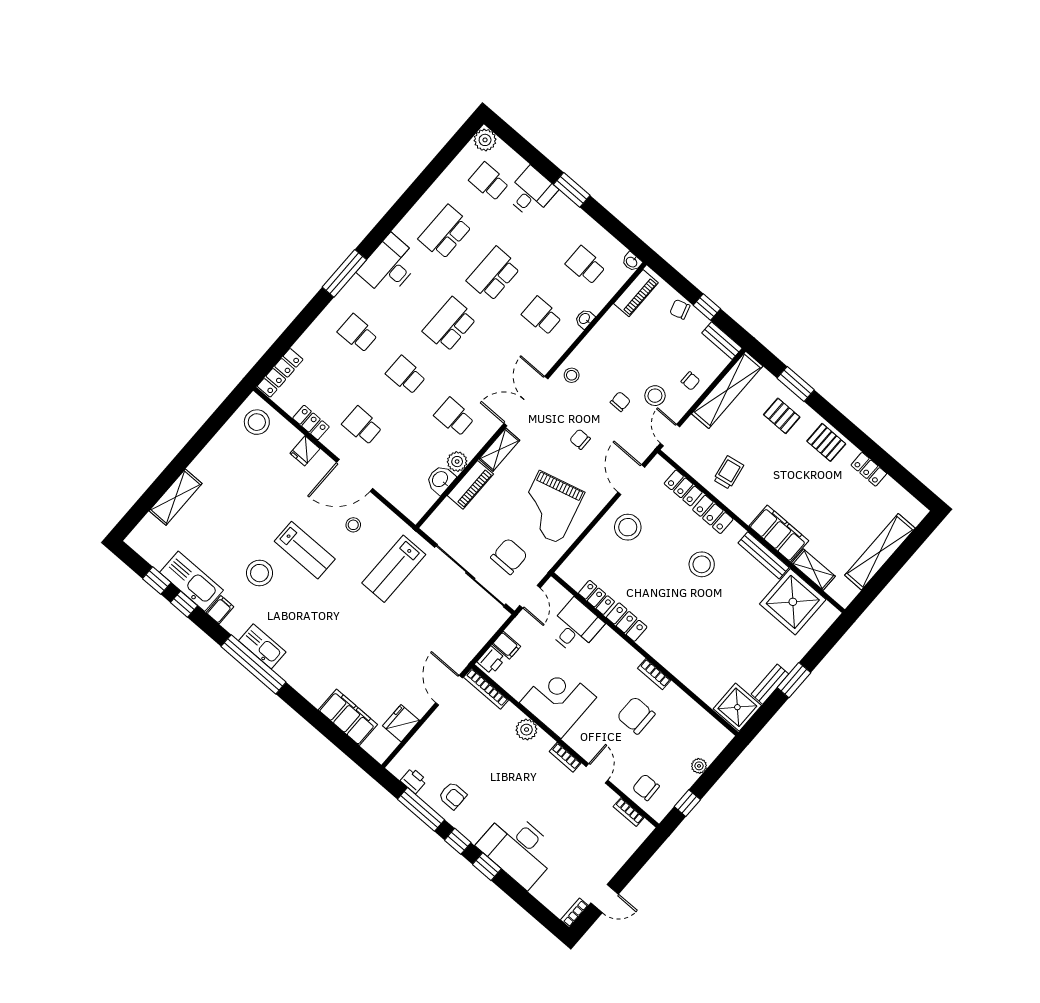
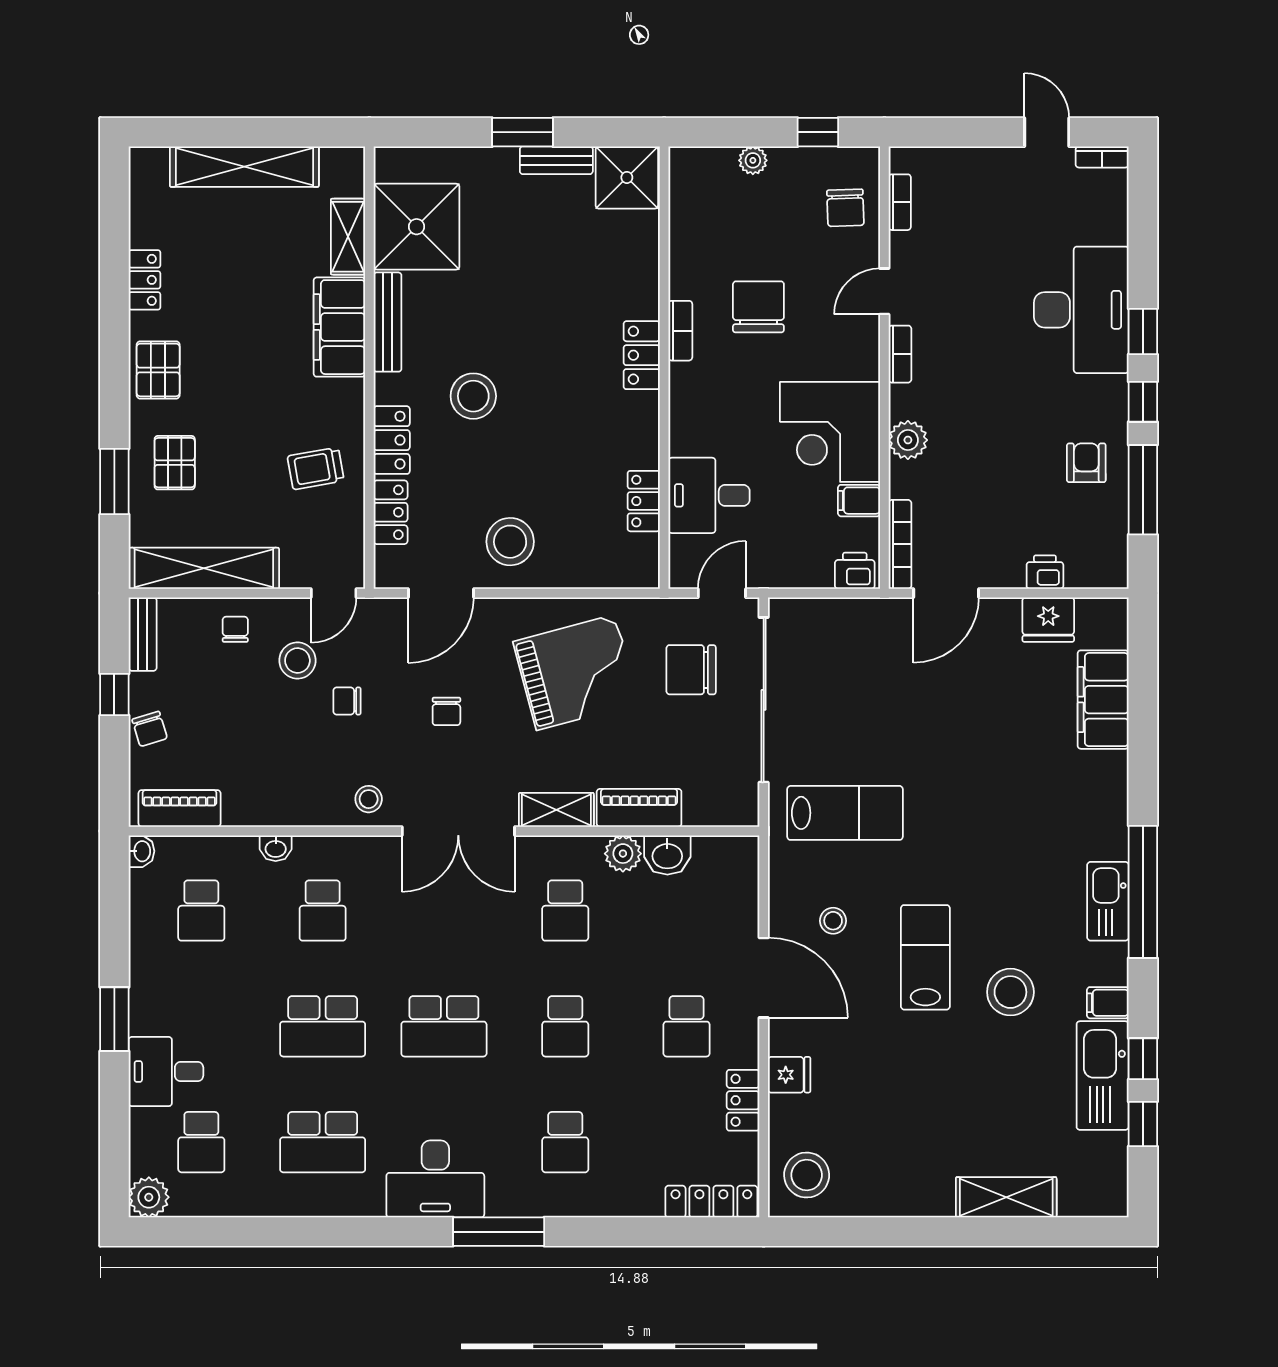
locker: (627, 622) -> (642, 355), moved
filing cabinet: (506, 645) -> (859, 501), moved, turned -90
chair: (636, 715) -> (758, 307), turned 180
printer: (414, 781) -> (1045, 572), moved, turned 90

